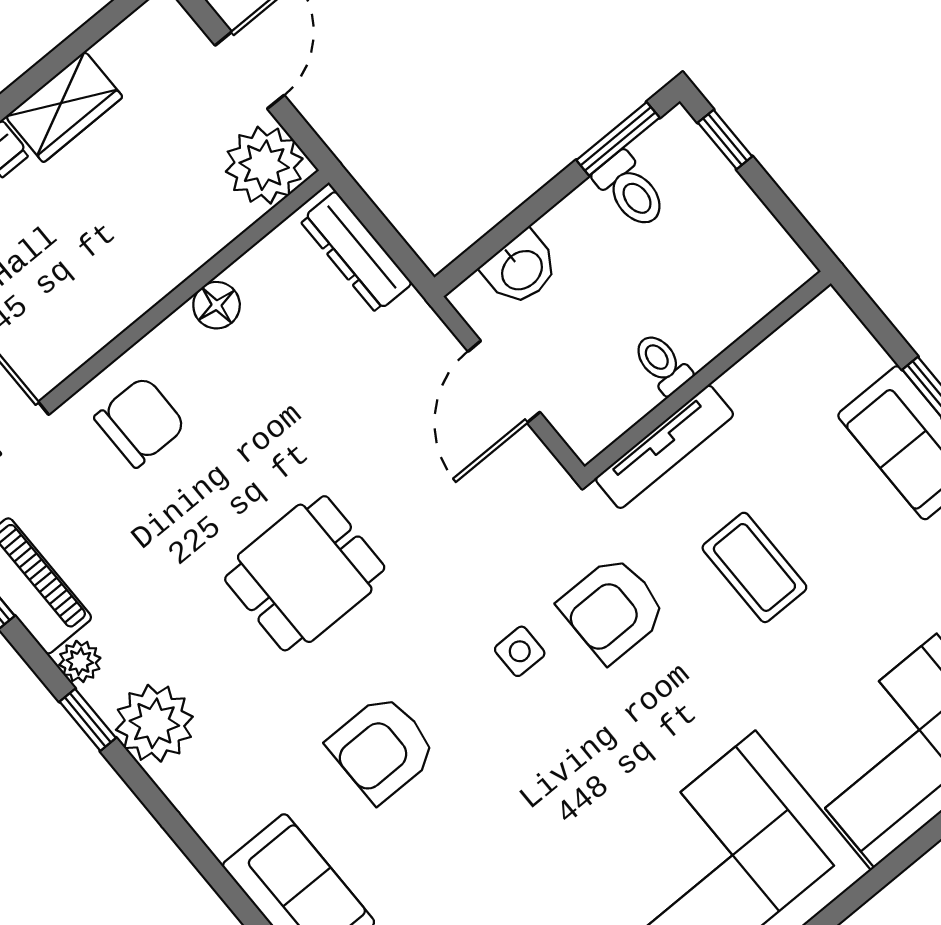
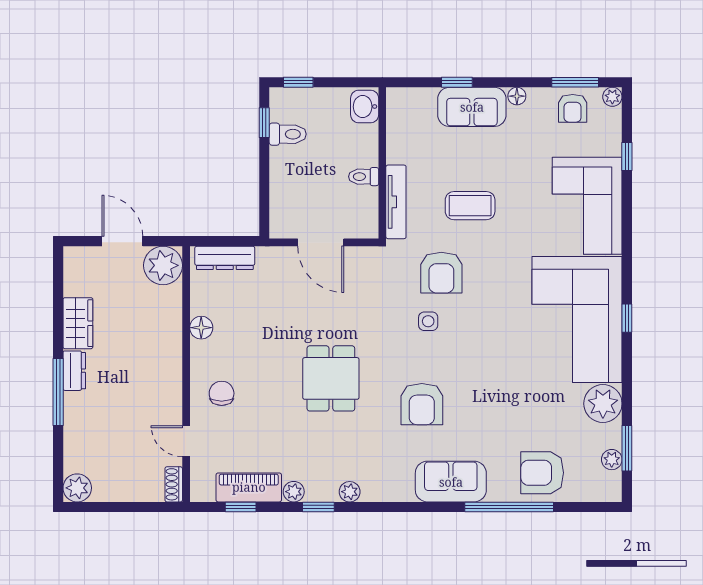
window: (618, 139) -> (264, 123), width x0.67
washbasin: (521, 269) -> (365, 107), moved, turned 180
chair: (140, 422) -> (222, 393), width x0.73, depth x0.73
plant: (154, 723) -> (350, 492), width x0.53, depth x0.53

